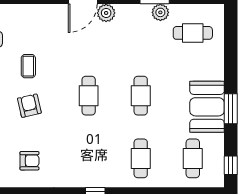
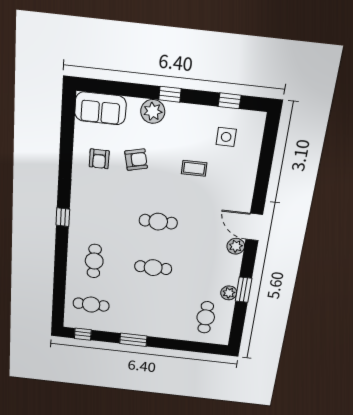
armchair: (29, 106) -> (136, 160), moved
booth: (207, 107) -> (137, 321), removed
cafe table: (141, 158) -> (94, 261), turned 90

